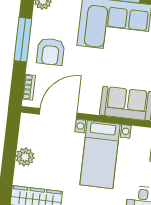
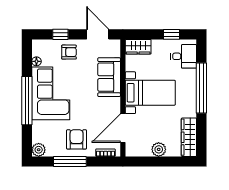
armchair: (51, 52) -> (77, 139), turned -90
door: (58, 114) -> (123, 128), hinge flipped

